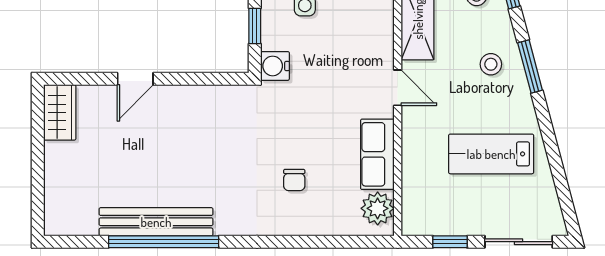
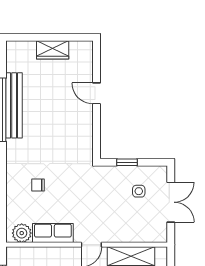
water cooler: (275, 66) -> (104, 174), removed
wardrobe: (60, 112) -> (53, 50), moved

